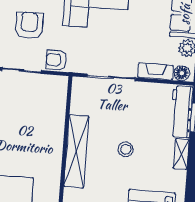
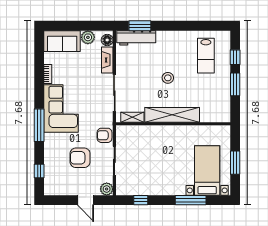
armchair: (56, 60) -> (105, 135), turned 90
shelving: (181, 154) -> (132, 117), moved

